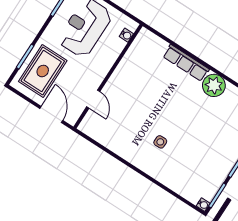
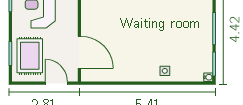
door: (93, 99) -> (79, 52), width x1.87
side table: (160, 142) -> (165, 71), moved

